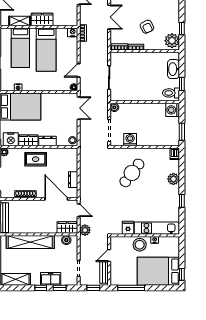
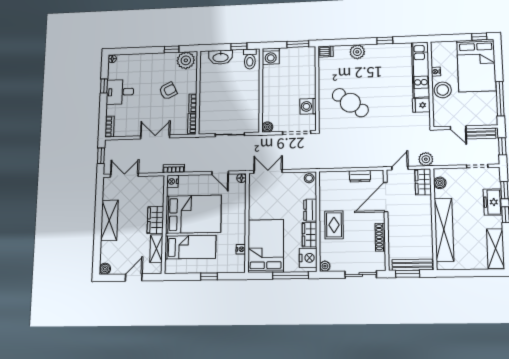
bed: (46, 50) -> (193, 214), width x1.50

